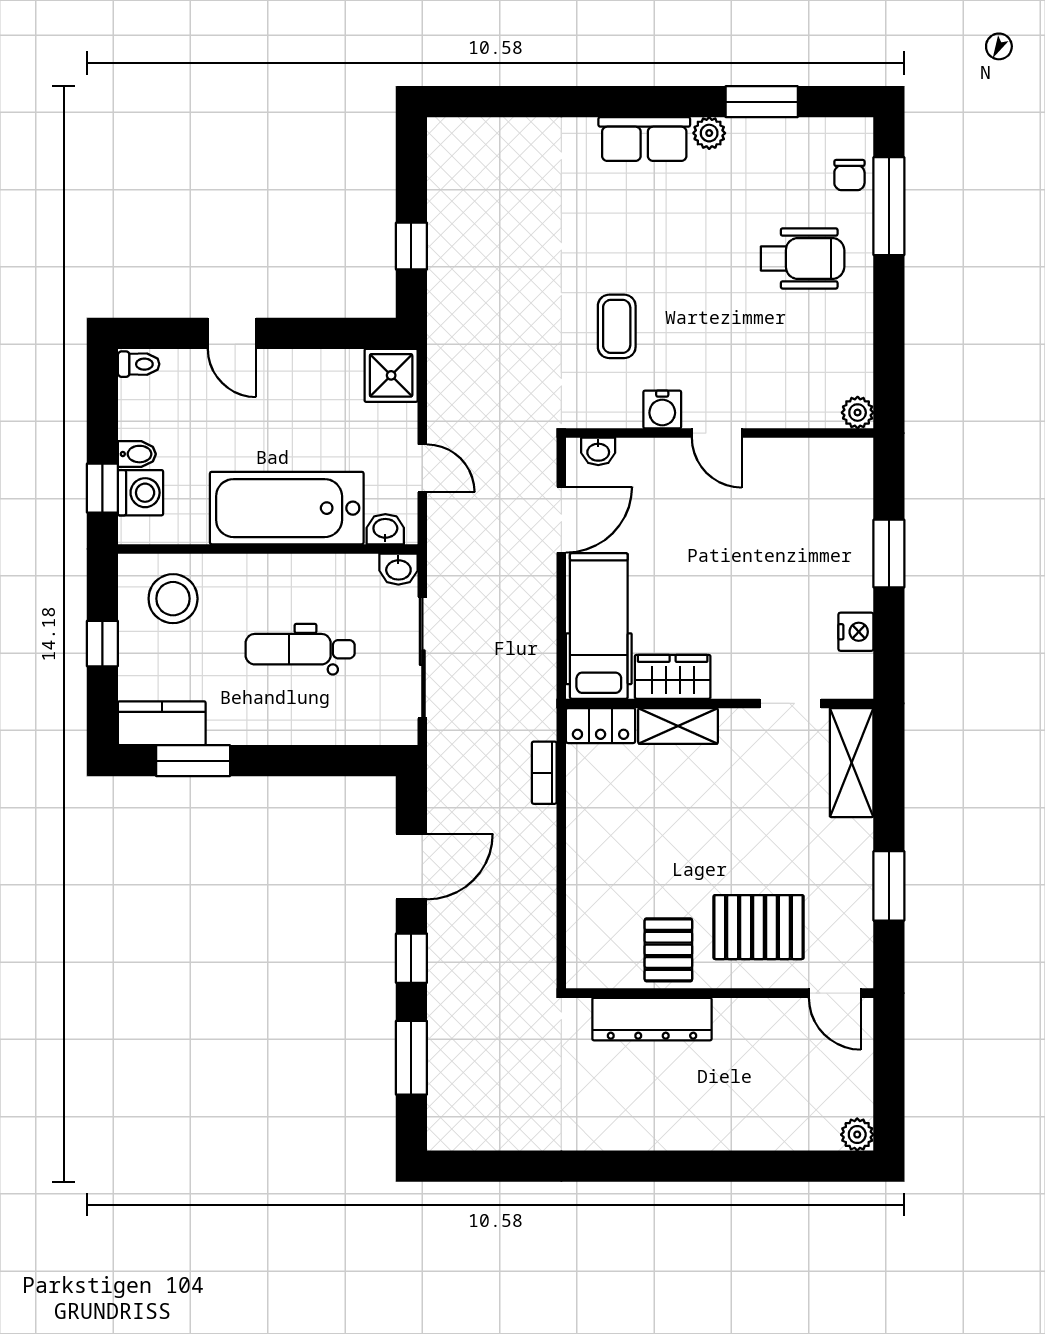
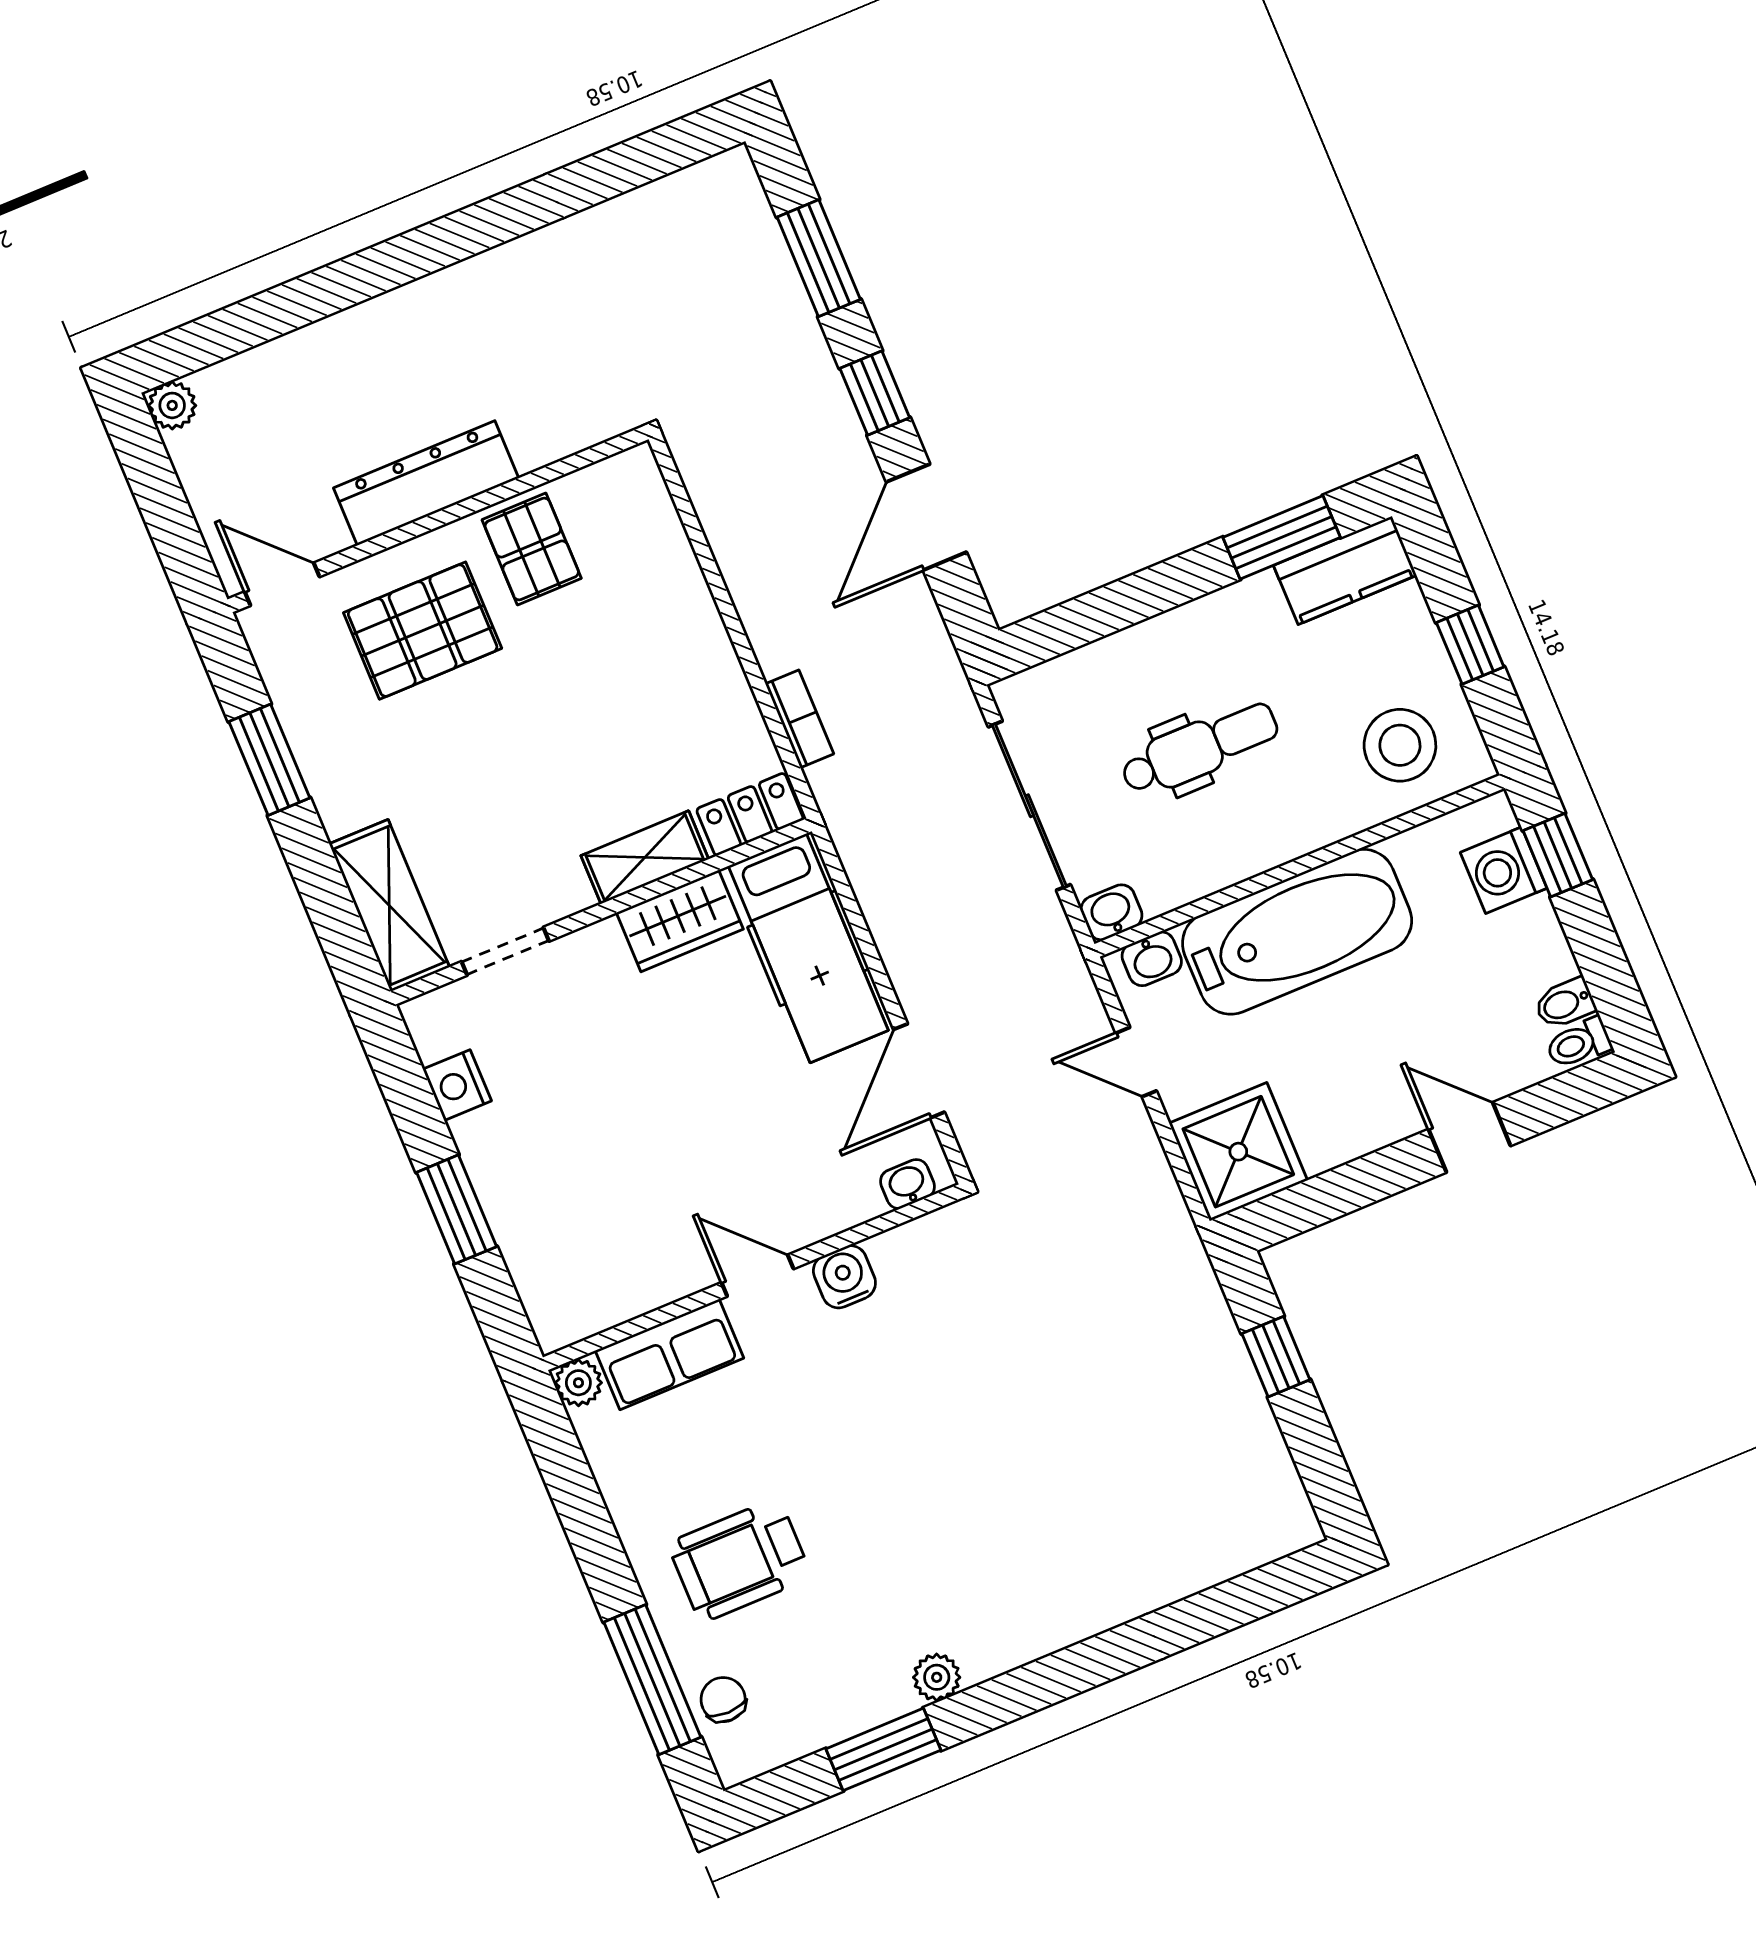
row of seats: (644, 139) -> (669, 1354), moved, turned 180
coffee table: (617, 326) -> (953, 1364), removed
shower: (391, 375) -> (1238, 1152), width x1.36, depth x1.36
bidet: (137, 454) -> (1565, 1003), moved
dresser: (652, 1019) -> (426, 483), moved

